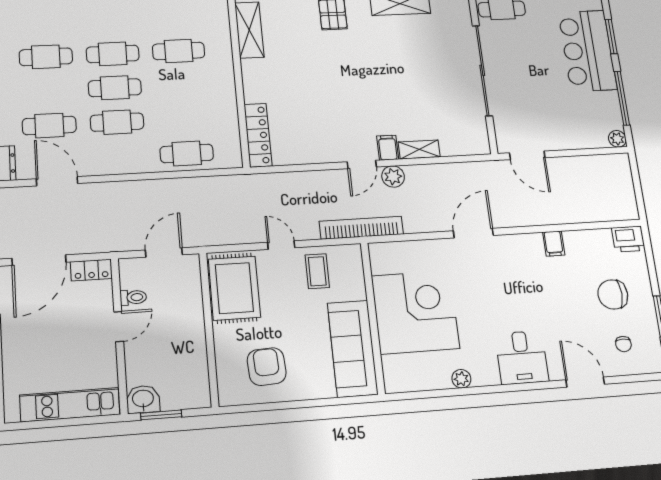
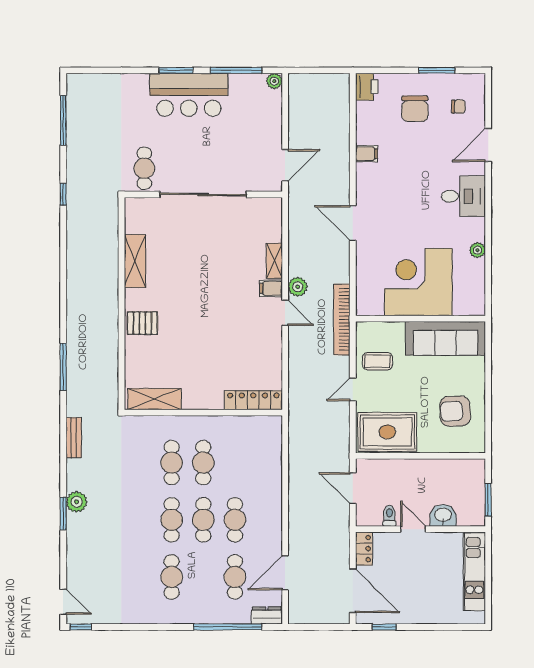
cafe table: (187, 153) -> (203, 463), moved
washbasin: (143, 399) -> (443, 515), moved, turned 90

